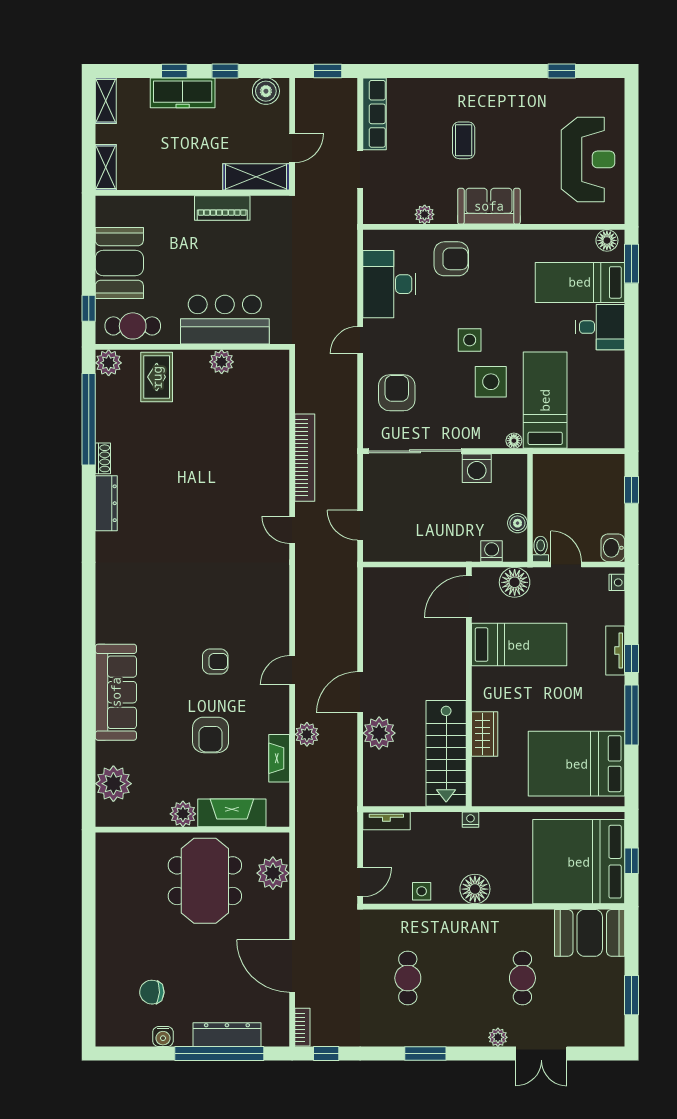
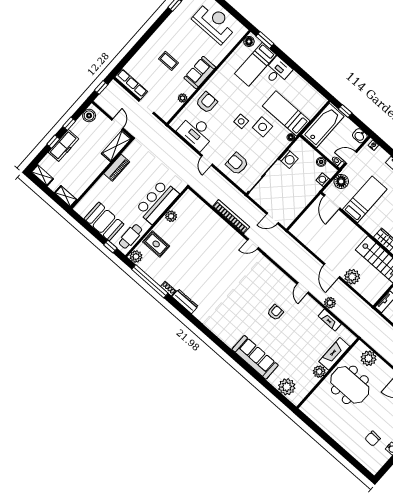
bathtub: (577, 475) -> (323, 126), added
armchair: (211, 735) -> (300, 337), removed

